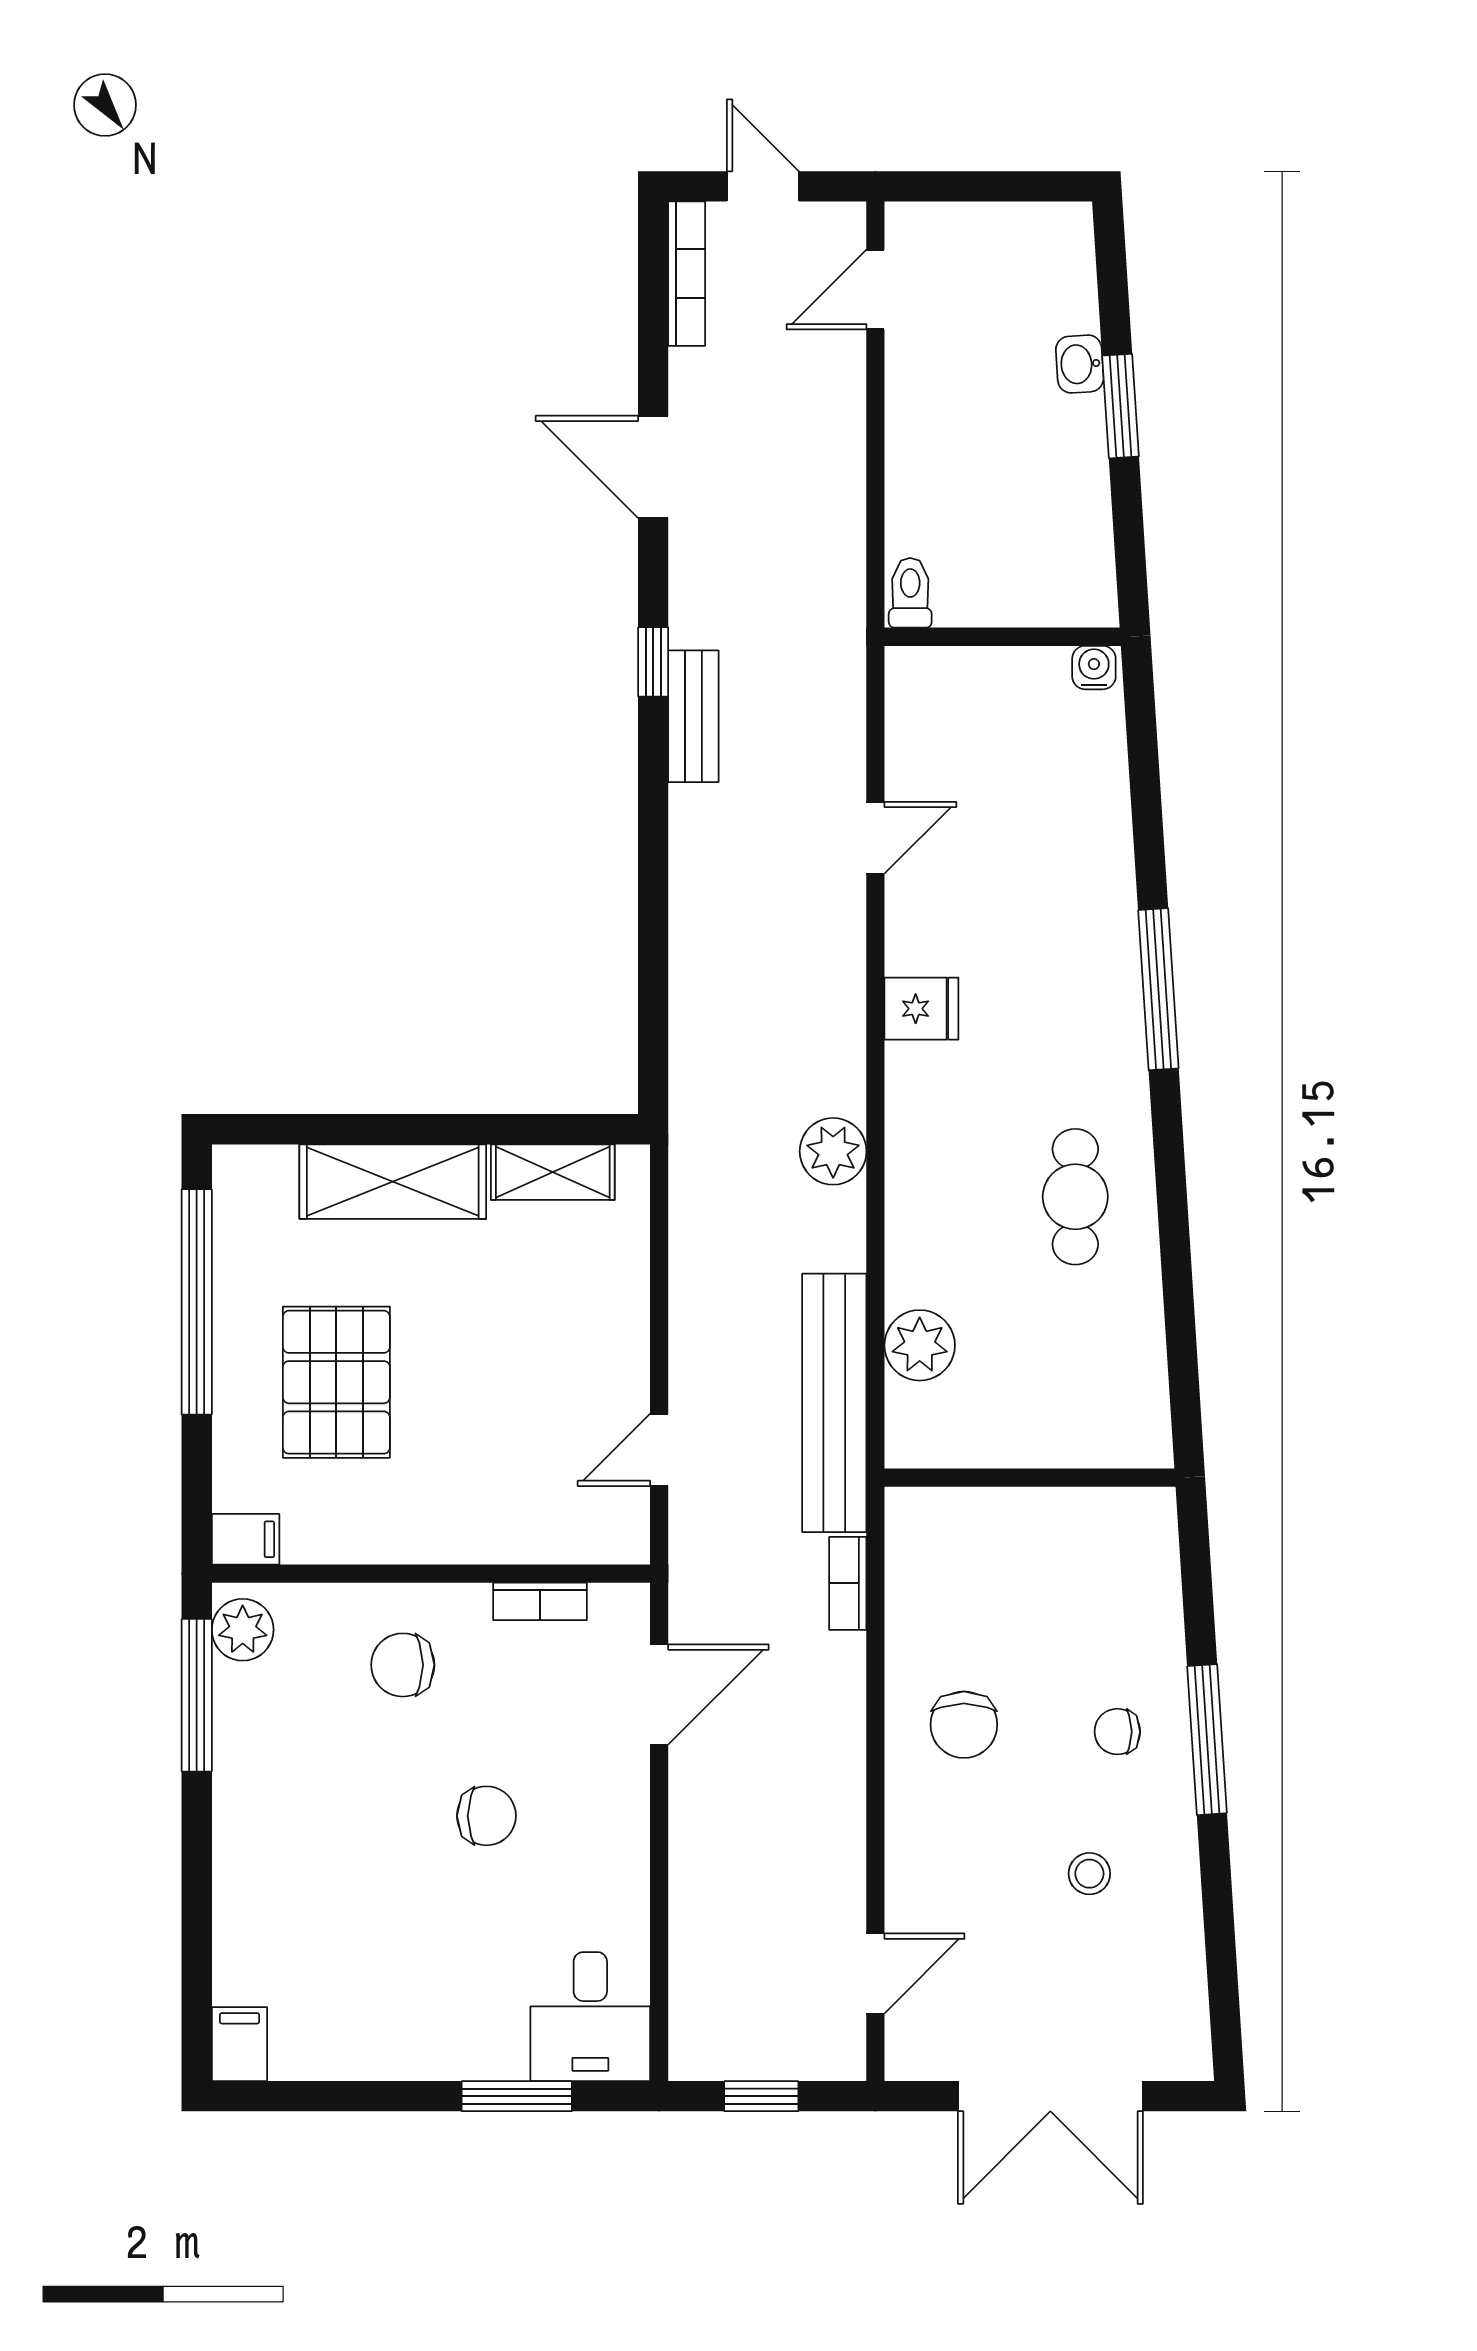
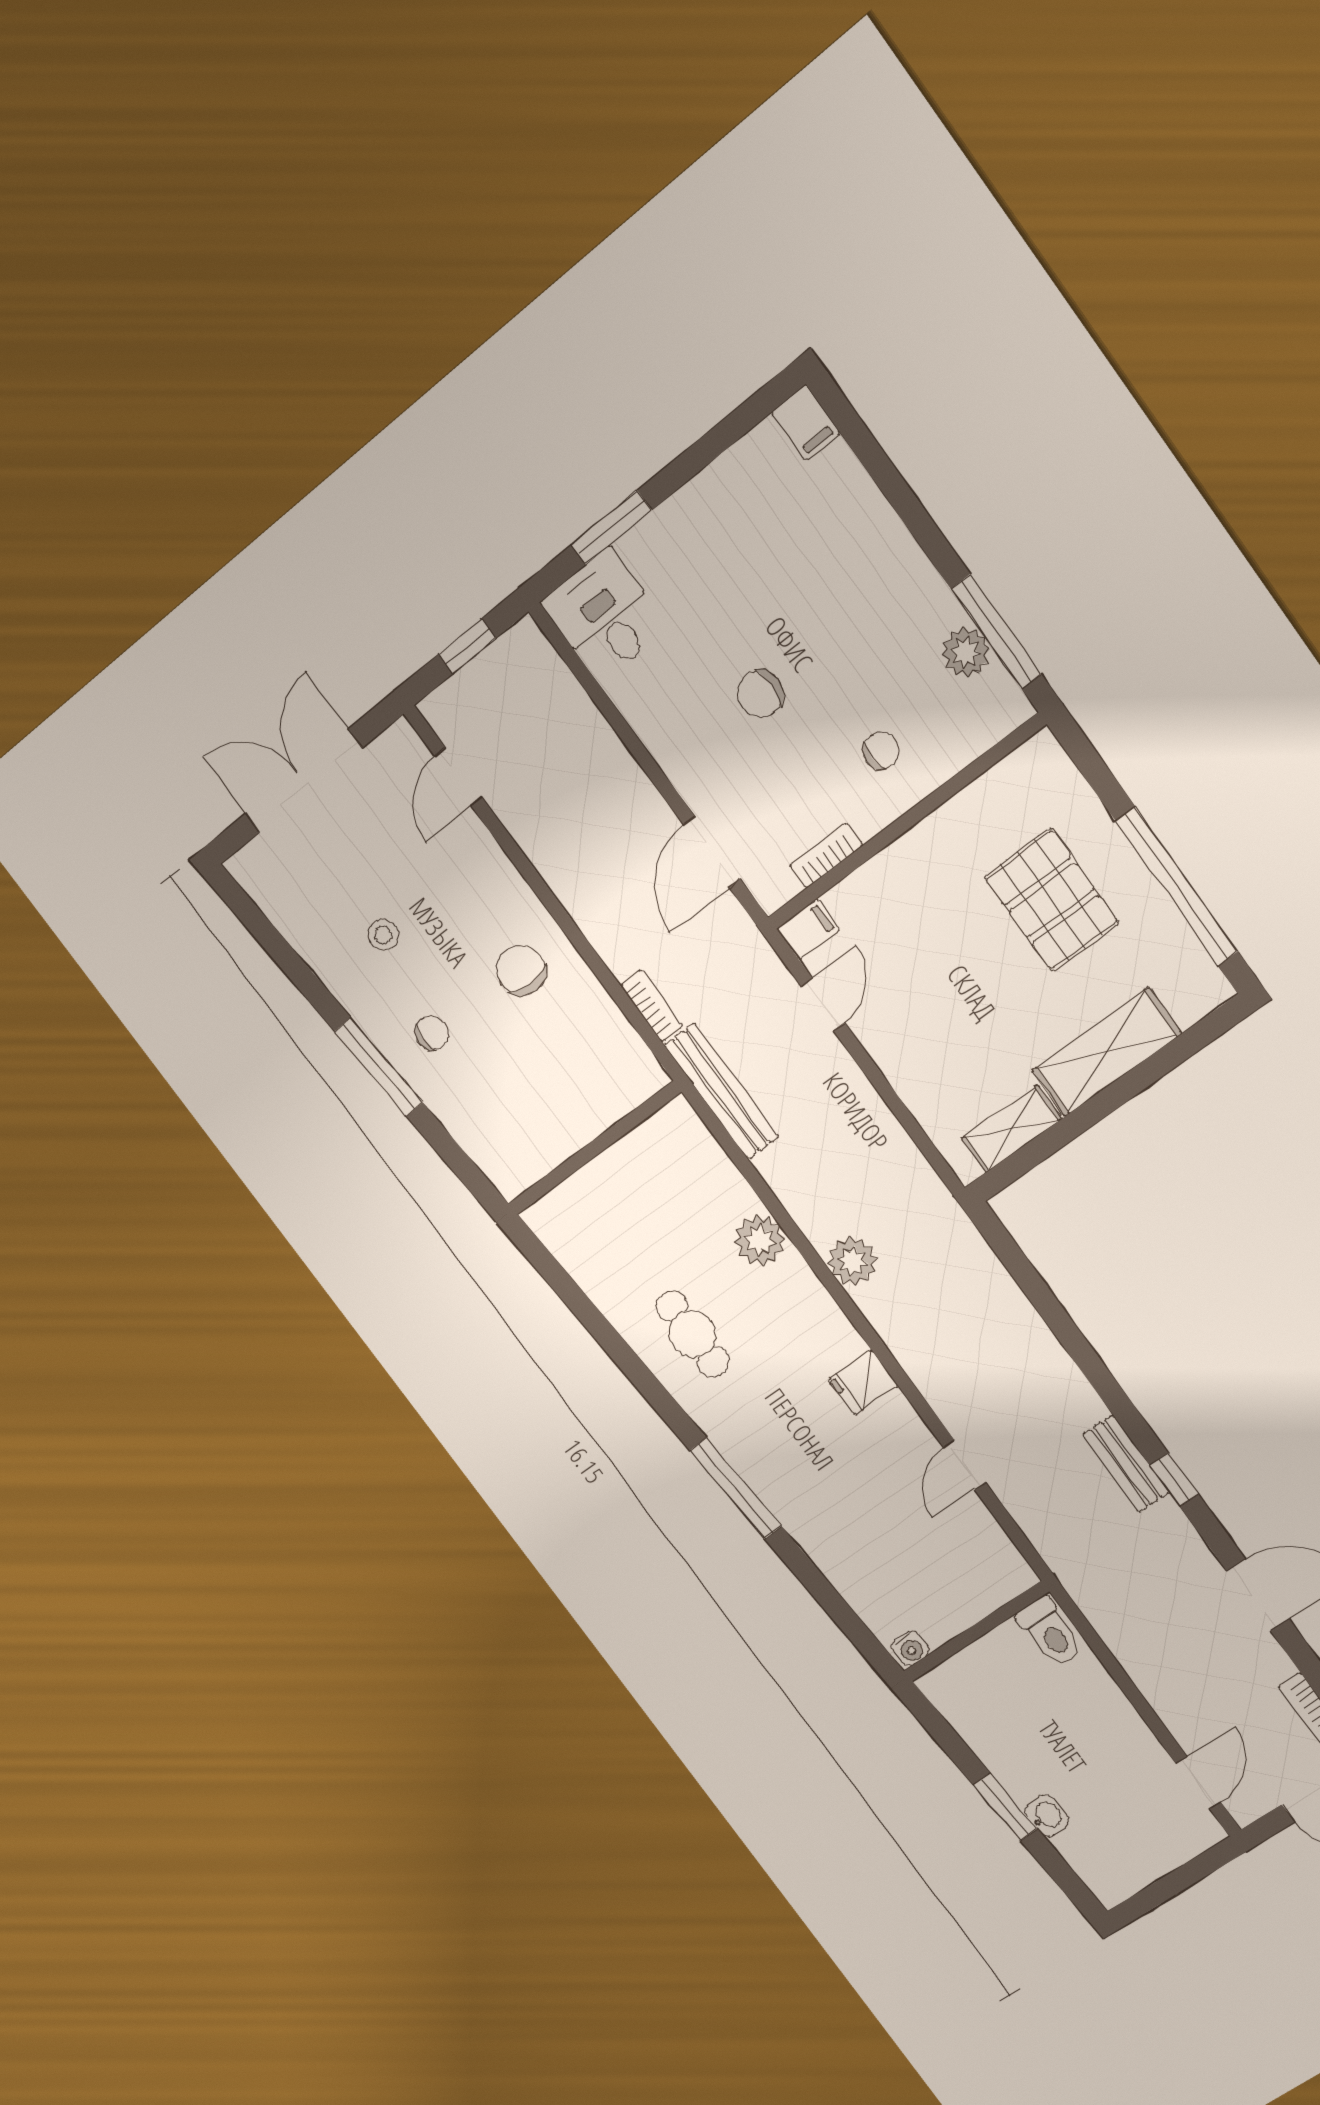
toilet: (910, 593) -> (1050, 1632), width x1.37, depth x1.39
plant: (920, 1345) -> (760, 1240), moved
bench: (834, 1403) -> (721, 1091), width x0.73, depth x0.82
filing cabinet: (246, 1539) -> (808, 929), moved, turned 180
plant: (243, 1630) -> (966, 652), moved
chair: (403, 1665) -> (881, 751), width x0.73, depth x0.73

